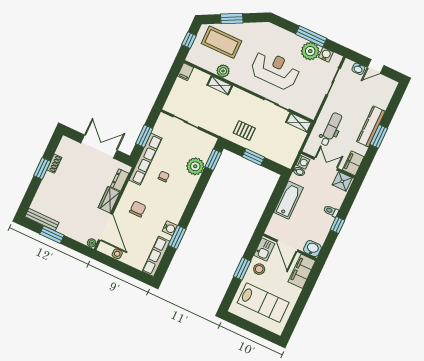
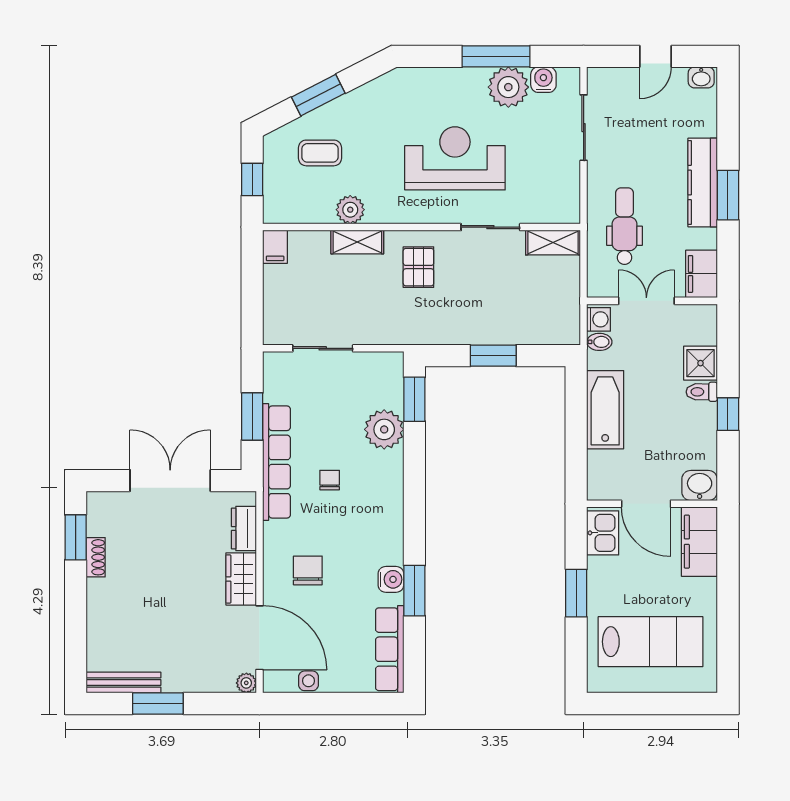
coffee table: (222, 42) -> (320, 153), width x0.54, depth x0.58
washbasin: (358, 69) -> (701, 77), moved
pallet: (244, 131) -> (418, 267), moved, turned 90
window: (42, 169) -> (76, 537), moved
shower: (342, 181) -> (701, 363), moved
stool: (259, 269) -> (611, 578), removed

